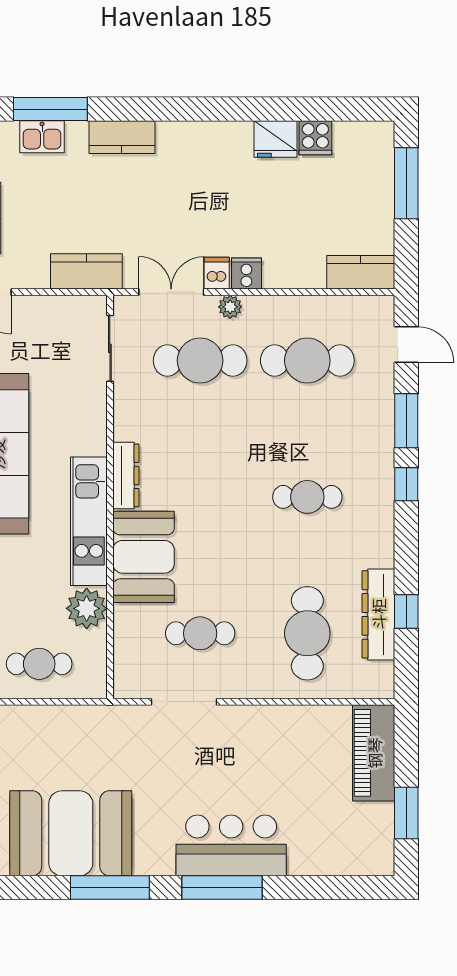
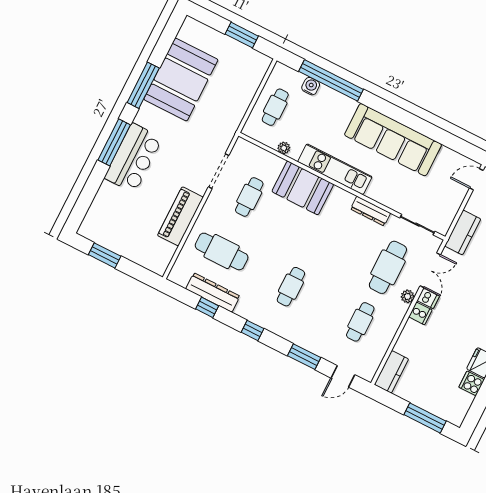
cafe table: (307, 361) -> (360, 322), width x0.73, depth x0.74
dresser: (126, 475) -> (371, 211), moved
window: (406, 484) -> (252, 330), moved
plant: (87, 608) -> (284, 148), width x0.53, depth x0.53
piano: (374, 753) -> (180, 216), moved, turned -90

